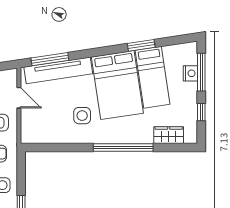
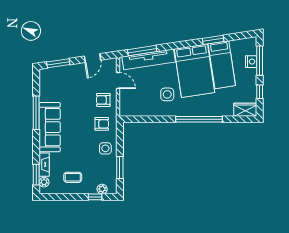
wardrobe: (169, 135) -> (245, 110), moved

